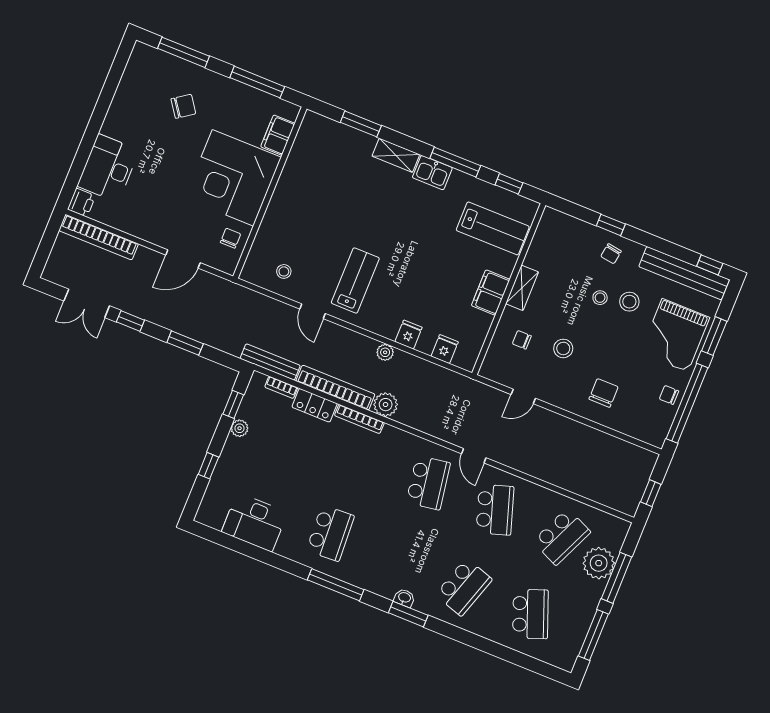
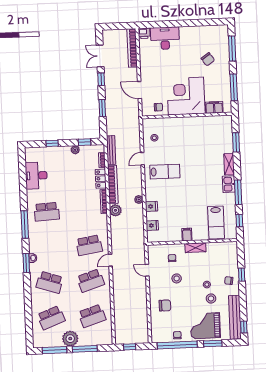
filing cabinet: (491, 293) -> (187, 235), width x0.50
school desk: (562, 537) -> (92, 316), turned -42
plant: (599, 563) -> (70, 339), moved

